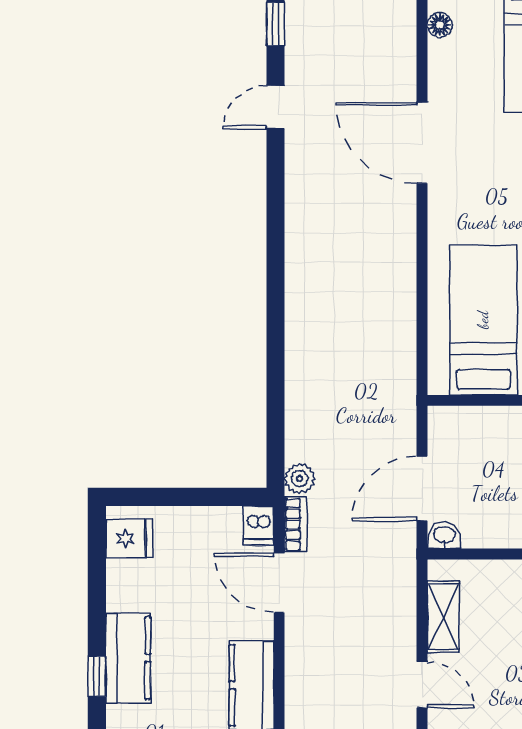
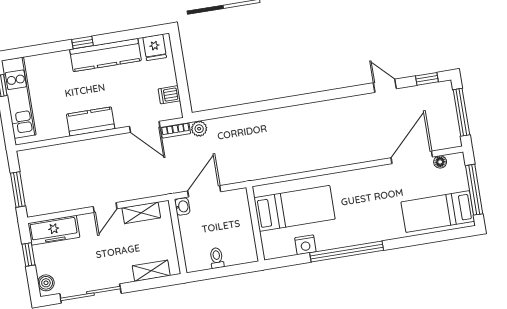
door: (422, 143) -> (412, 157), moved
door: (422, 489) -> (204, 191), hinge flipped
dishwasher: (259, 525) -> (169, 95), moved
door: (279, 583) -> (145, 127), swing flipped
kitchen counter: (128, 658) -> (105, 55), width x1.50

